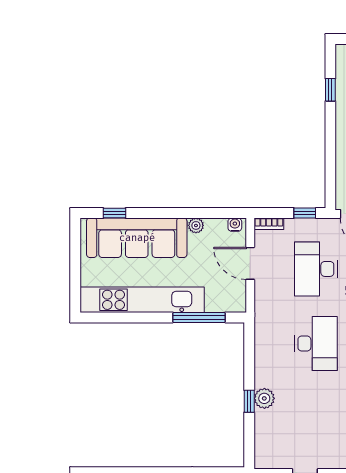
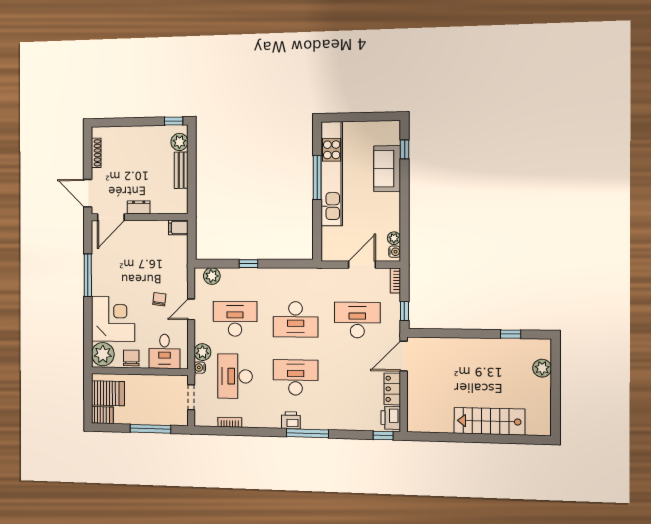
plant: (196, 225) -> (394, 238), moved
sofa: (137, 238) -> (387, 169), width x0.54, depth x0.79
window: (199, 317) -> (317, 177), moved
plant: (264, 398) -> (212, 276), moved
desk: (316, 418) -> (235, 319), added

